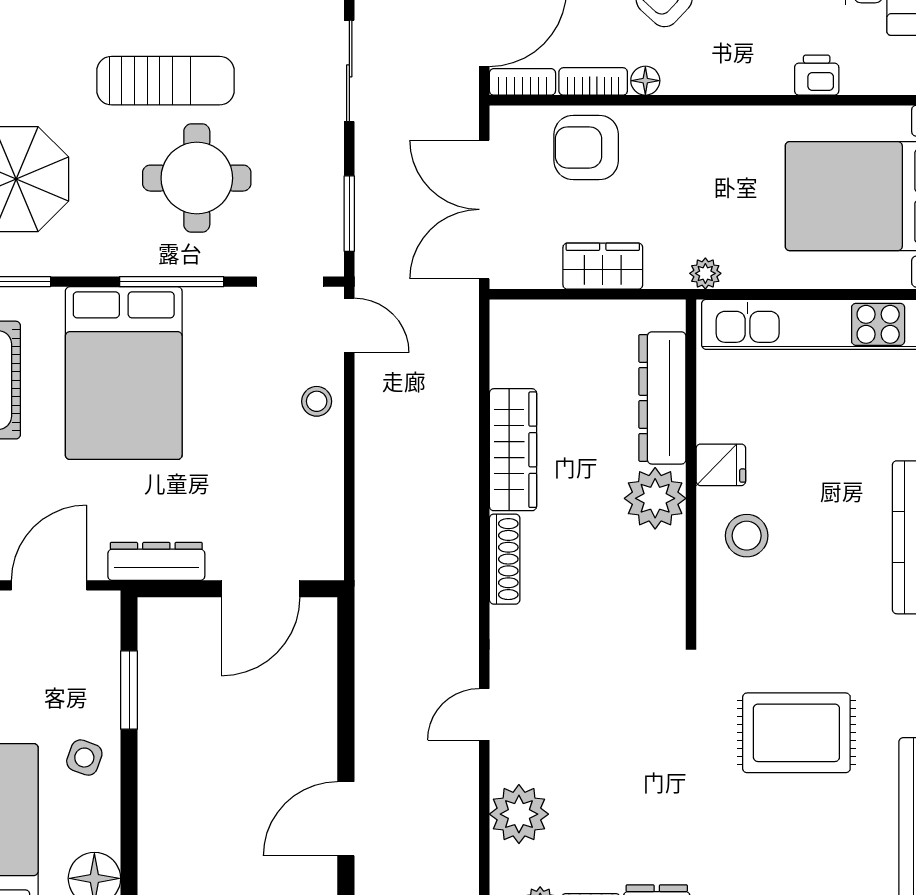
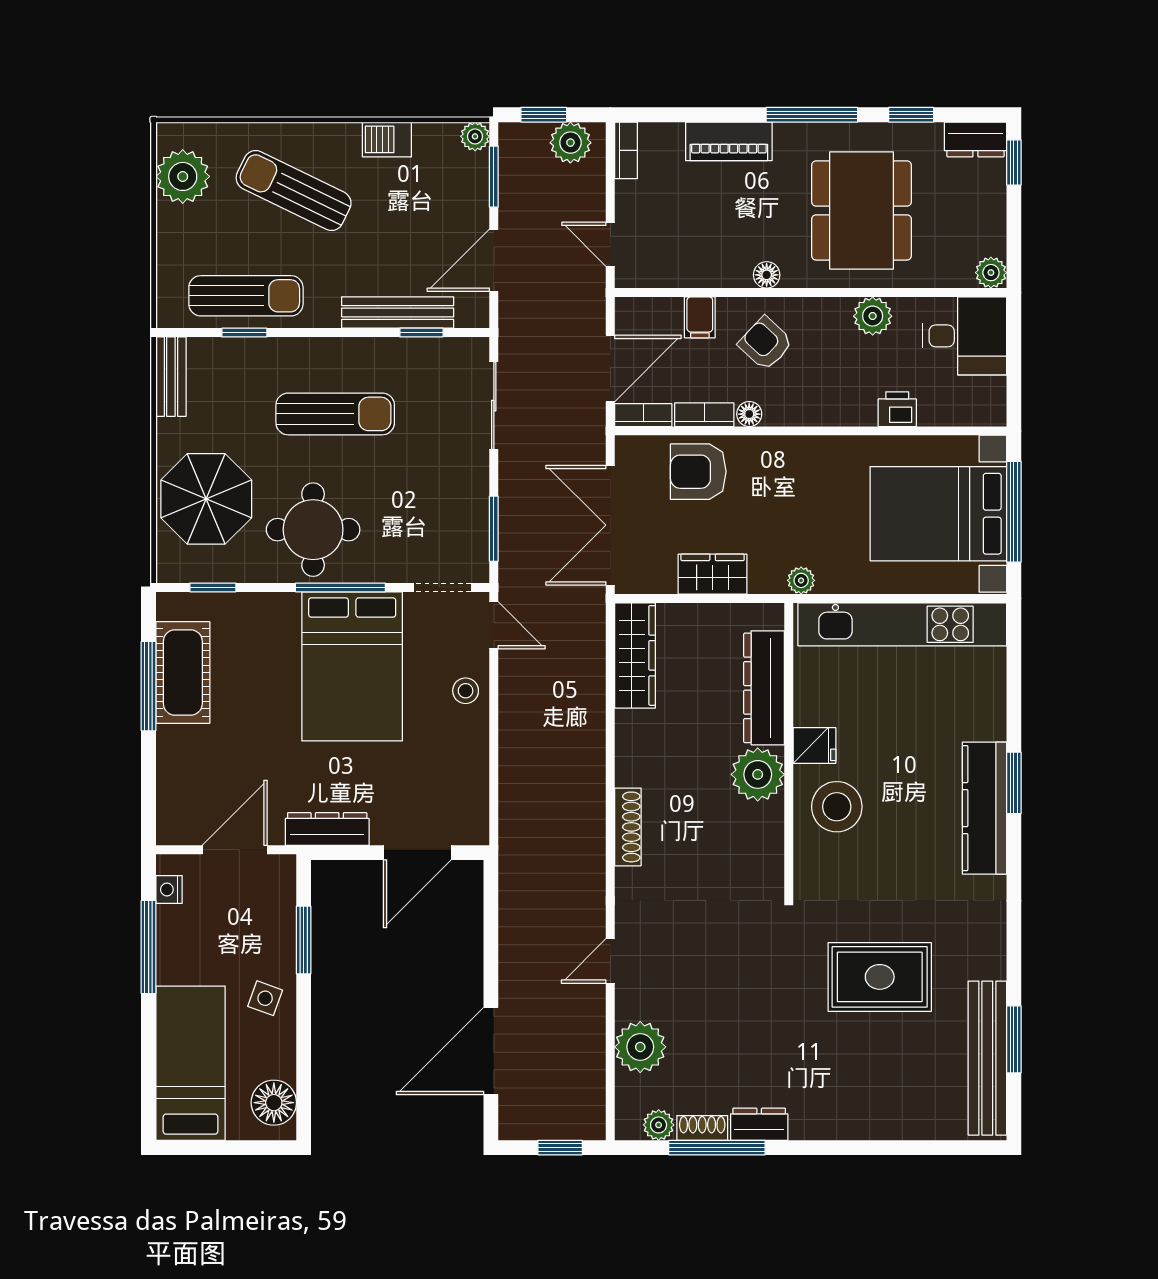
round table: (197, 178) -> (313, 530), moved
bed: (124, 373) -> (352, 666), moved
wardrobe: (513, 450) -> (635, 655), moved
stool: (747, 536) -> (837, 807), width x1.38, depth x1.38
door: (346, 819) -> (491, 1051), width x1.36

